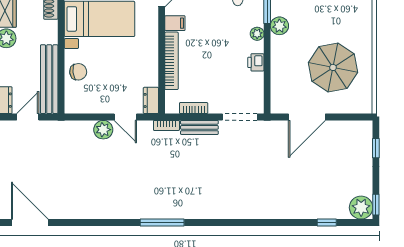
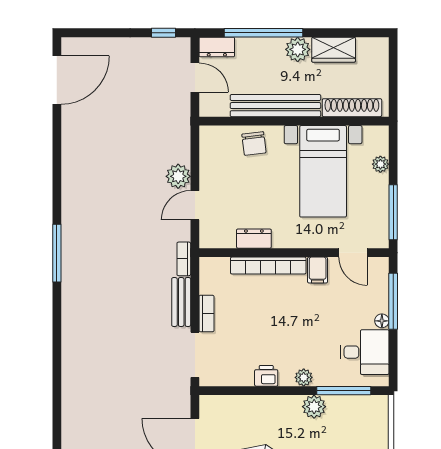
bench: (49, 79) -> (275, 106), moved
dresser: (151, 100) -> (254, 239), moved
bookcase: (194, 108) -> (206, 314), moved

